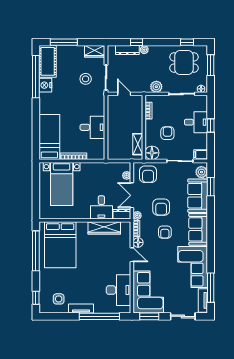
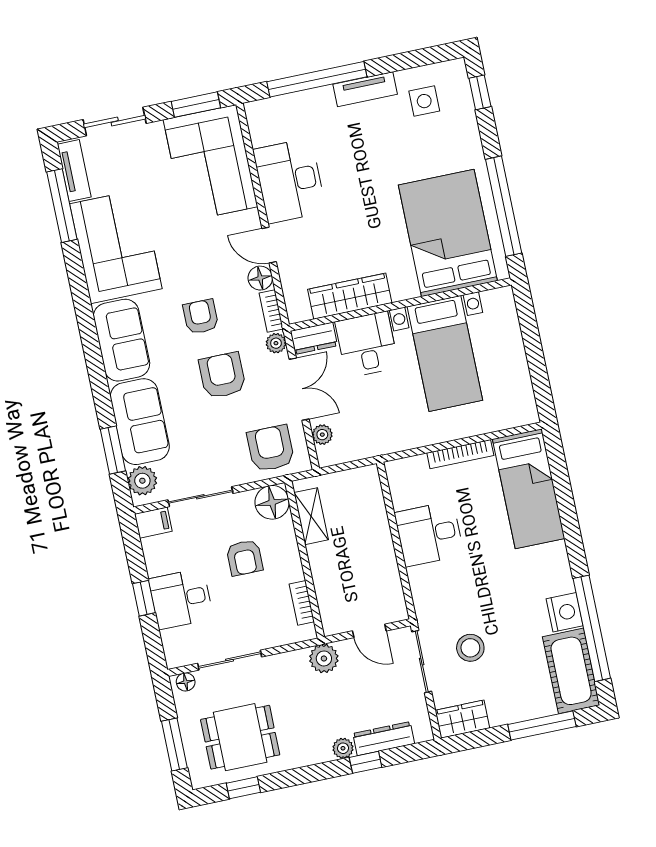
plant: (156, 87) -> (324, 658), moved
bed with nightstands: (62, 184) -> (445, 353), moved, turned 180
desk: (118, 290) -> (290, 181), moved

